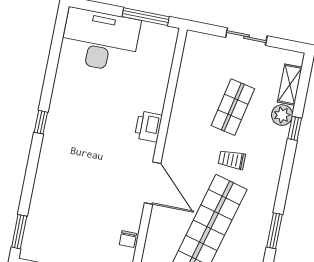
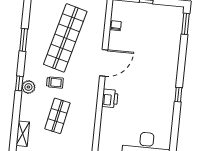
plant: (282, 115) -> (28, 87), moved
window: (295, 128) -> (19, 83), moved
door: (153, 183) -> (104, 63), swing flipped

